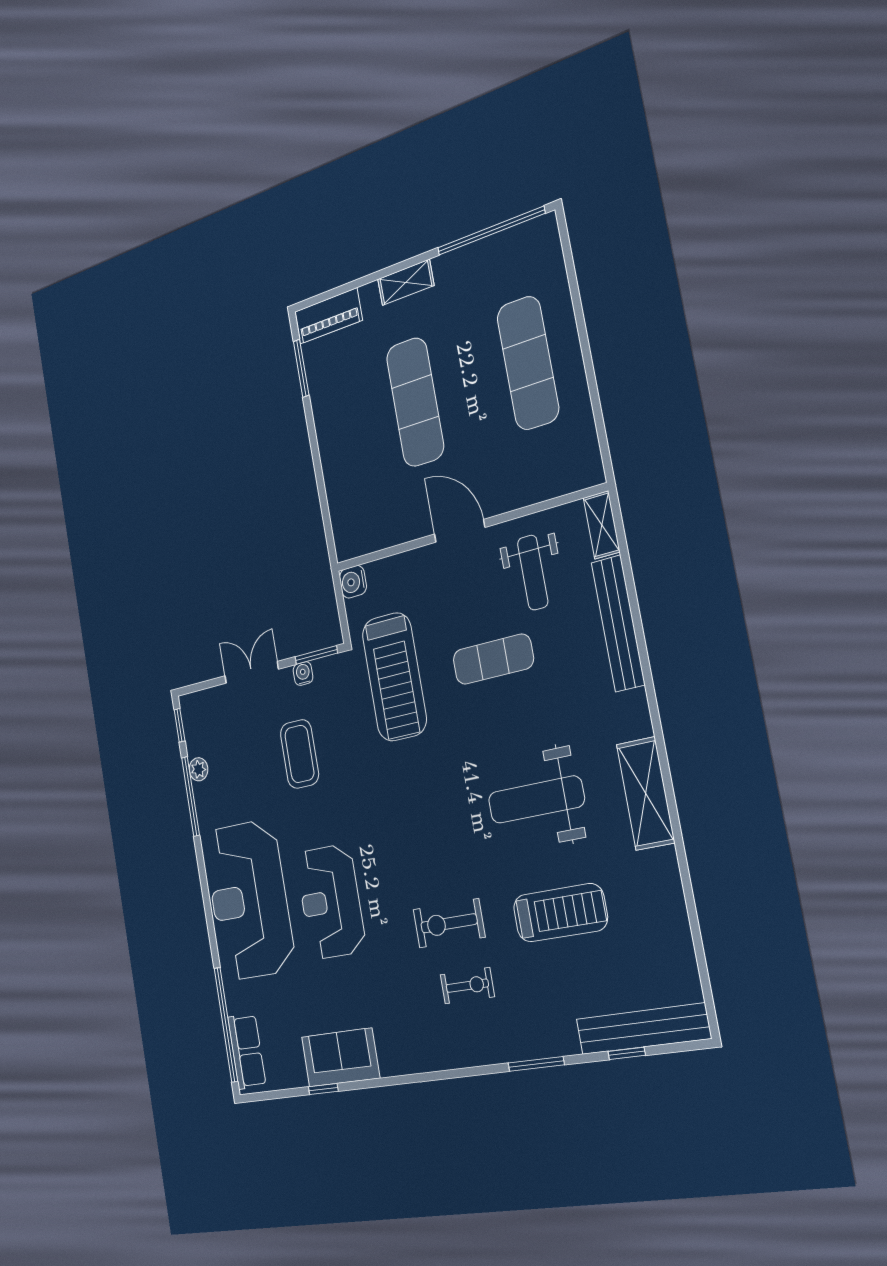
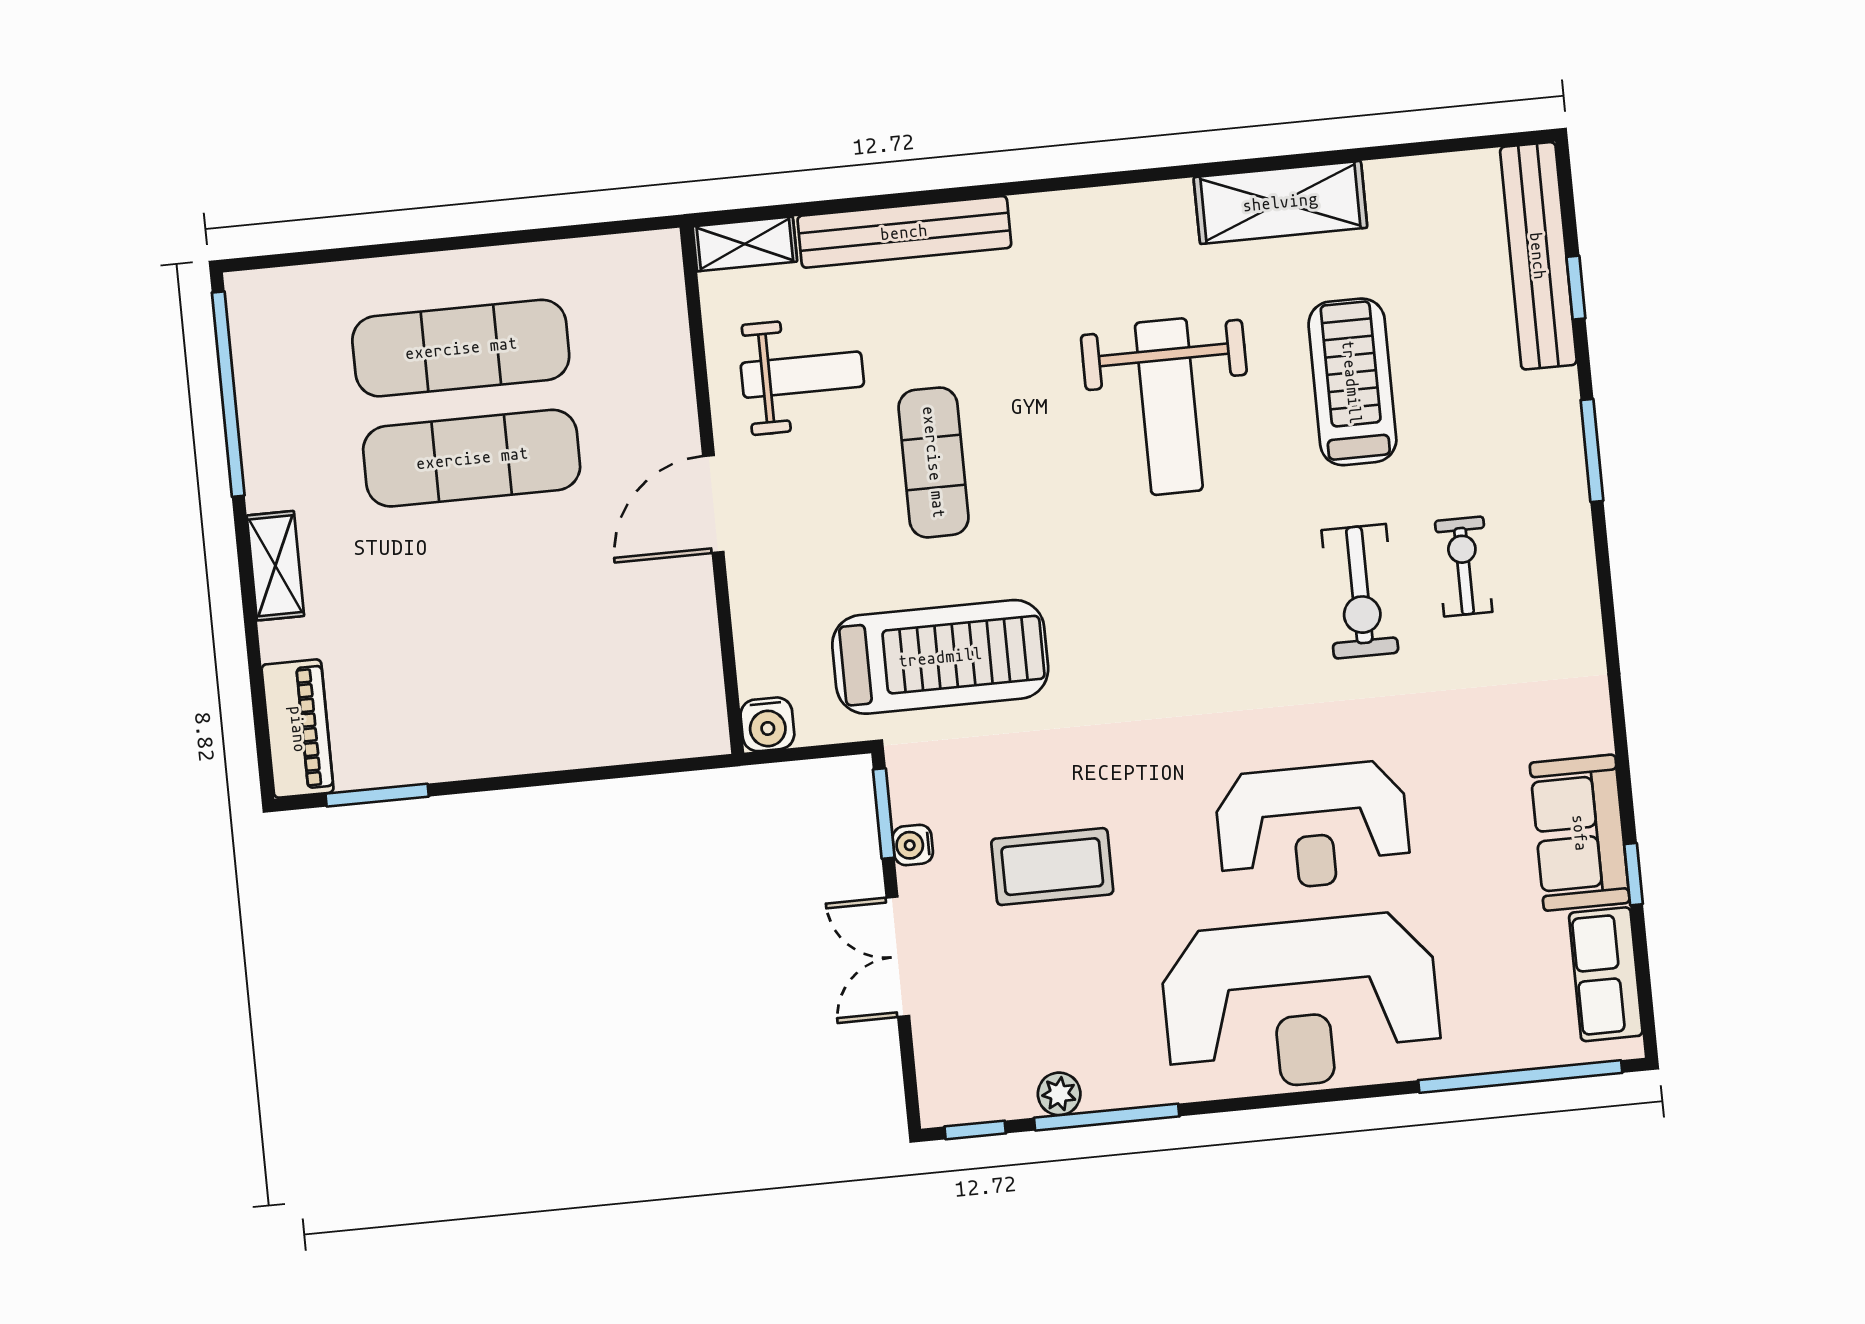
exercise mat: (415, 402) -> (472, 458), moved
shelving: (646, 793) -> (1280, 202), moved
row of seats: (247, 1051) -> (1606, 974), moved, turned -90

